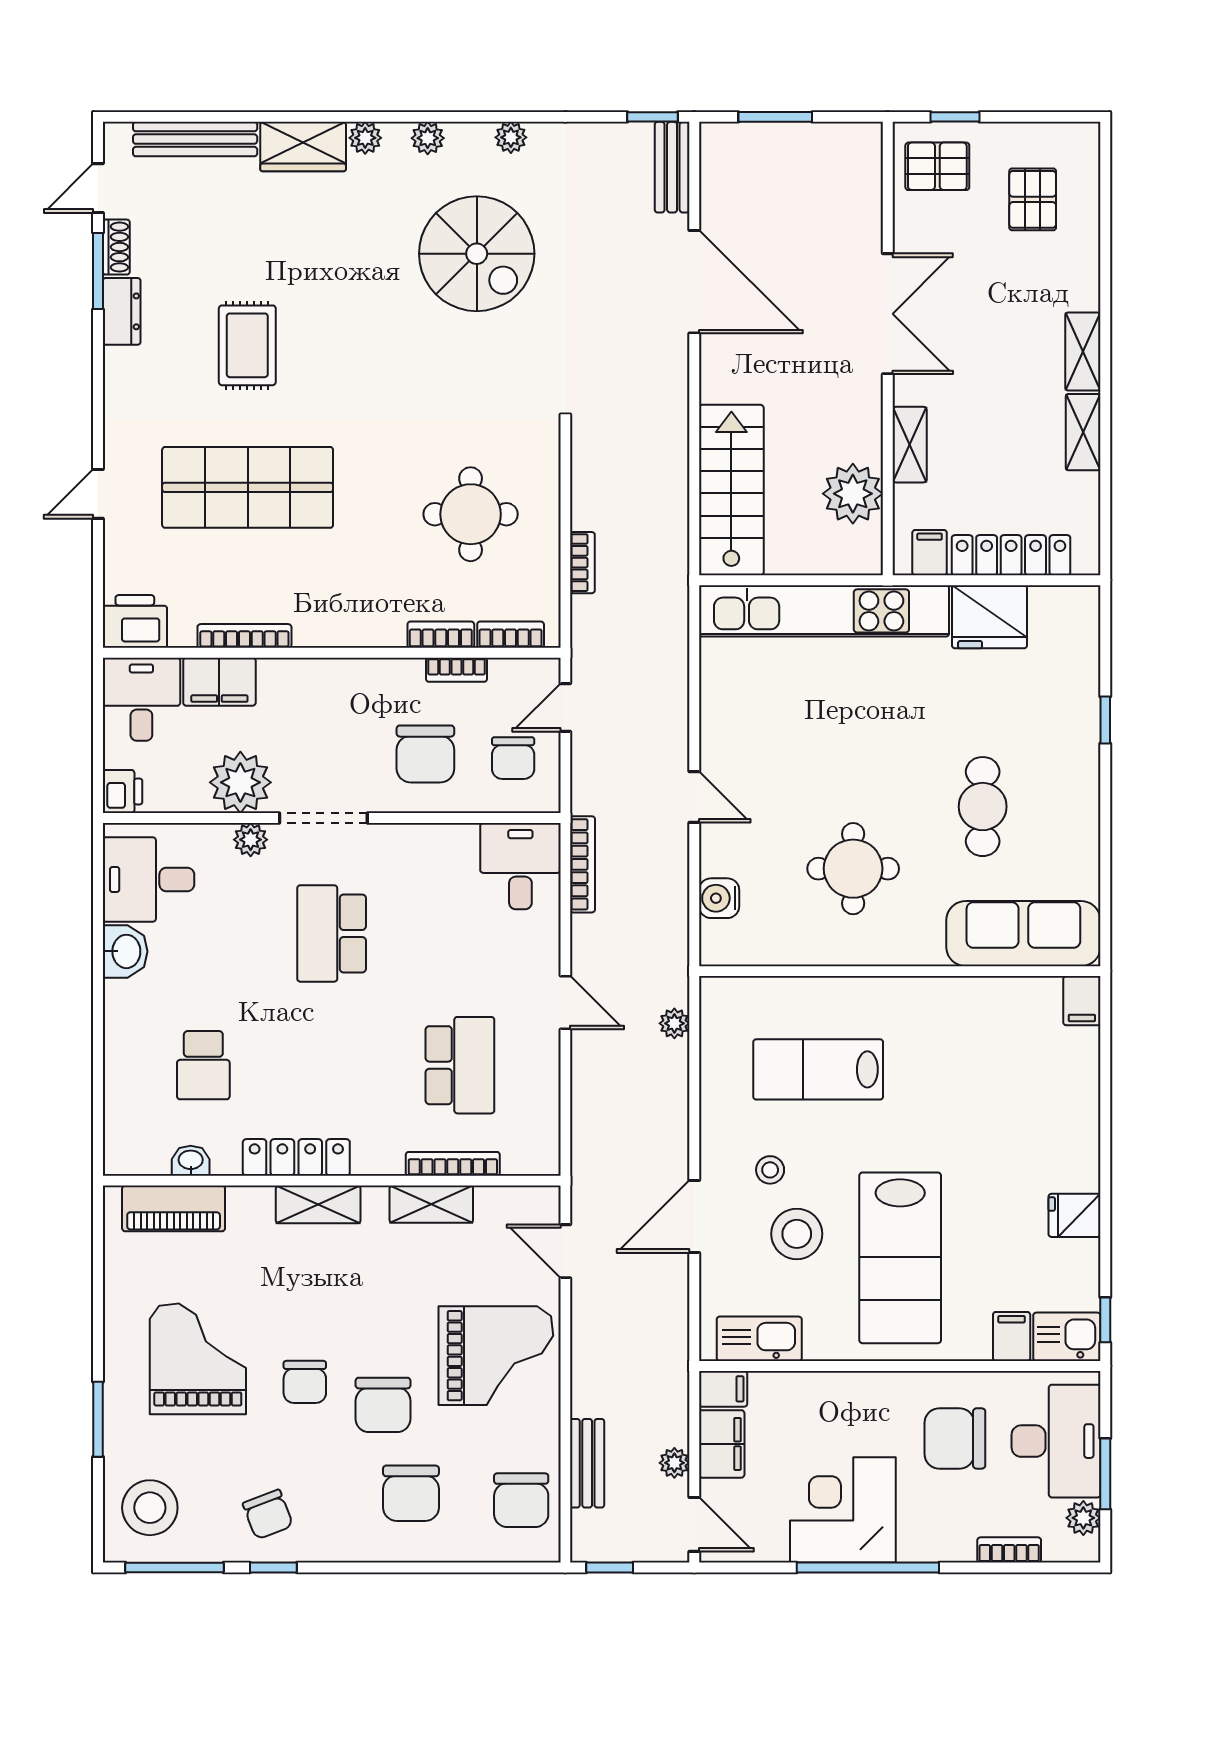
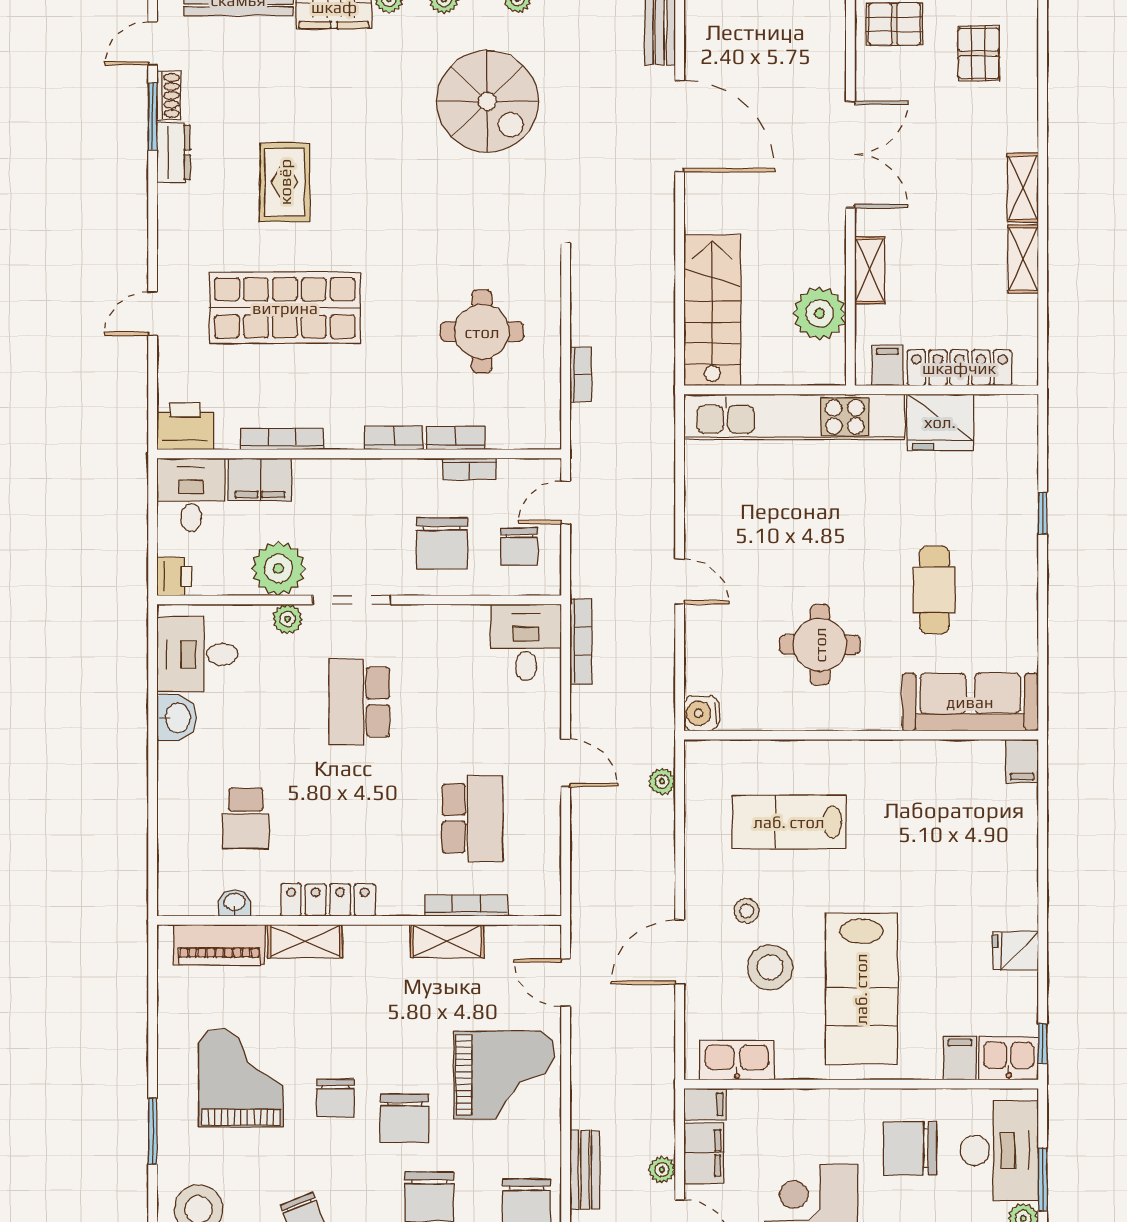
bookcase: (511, 635) -> (394, 438), moved
water cooler: (719, 898) -> (701, 713), moved
shelving: (318, 1204) -> (305, 941), moved

